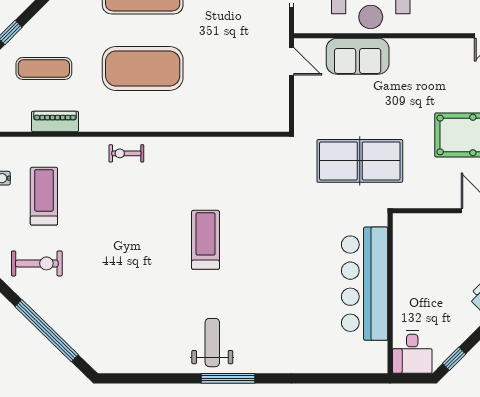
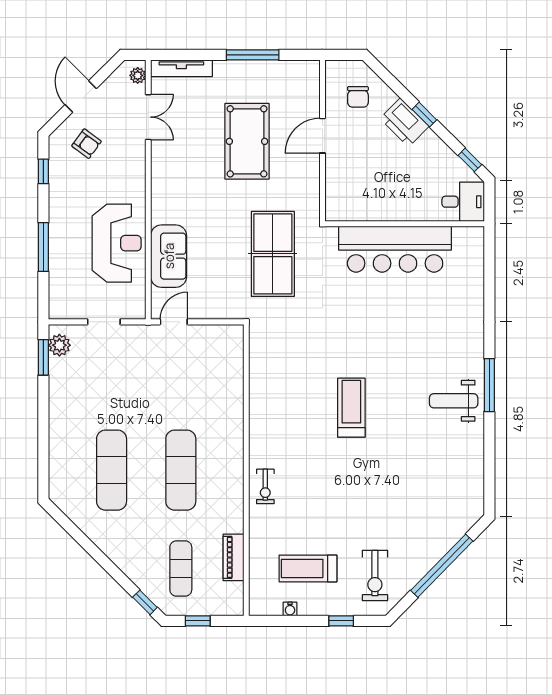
exercise mat: (143, 68) -> (181, 470), width x0.68
treadmill: (205, 240) -> (351, 408), turned 90
exercise bike: (37, 263) -> (375, 576), turned 180

